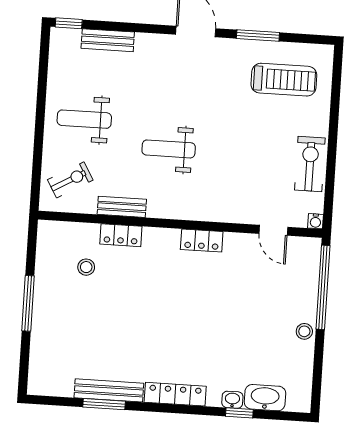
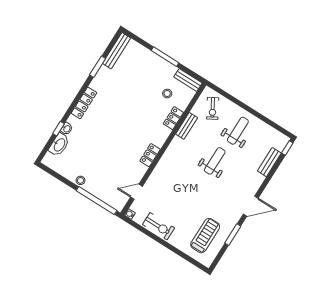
treadmill: (284, 80) -> (205, 236), turned 180
weight bench: (169, 149) -> (215, 161), moved
bench: (46, 245) -> (188, 80), added
bench: (109, 390) -> (117, 51), moved

